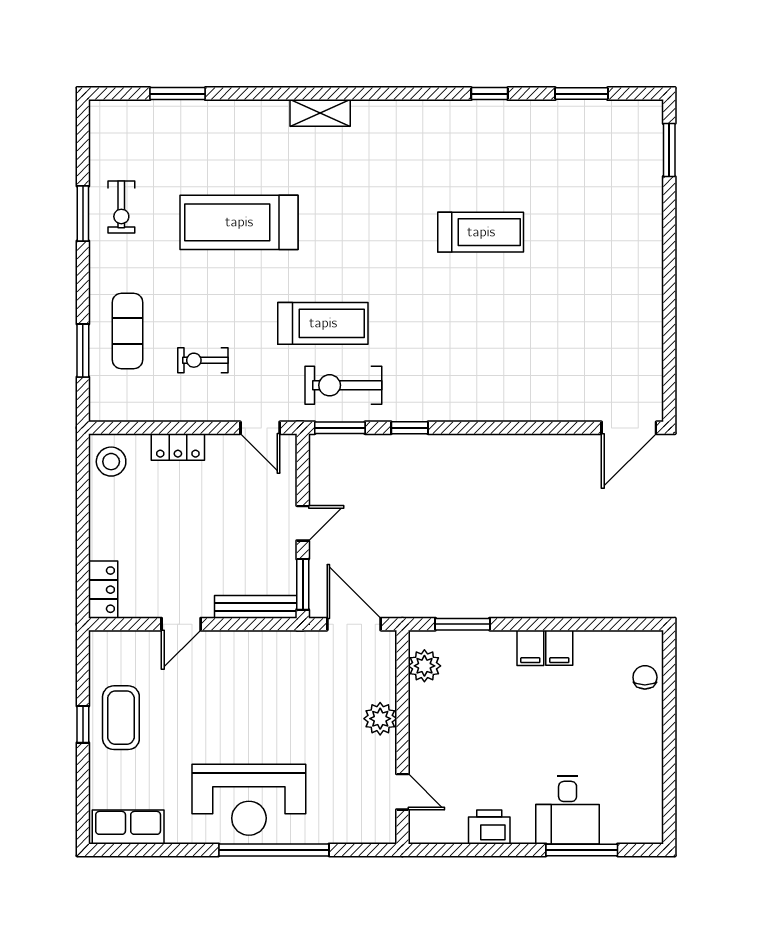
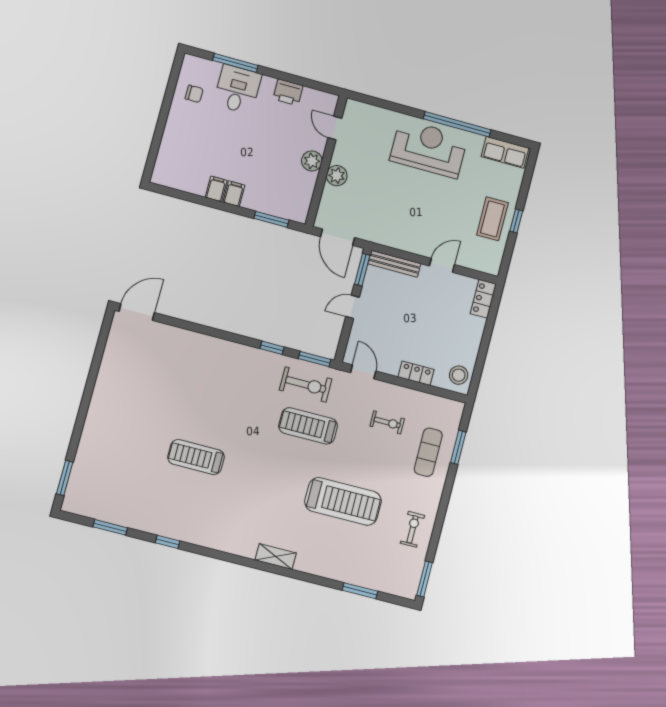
window: (83, 214) -> (425, 579), moved
plant: (424, 666) -> (312, 161), moved
chair: (645, 677) -> (194, 94), moved, turned -90
window: (274, 850) -> (457, 124), moved

